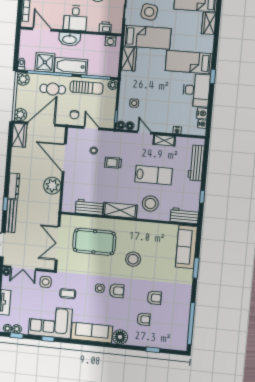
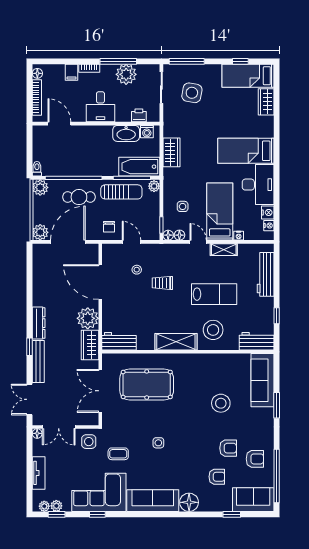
bed: (147, 37) -> (220, 211), moved, turned -90
washbasin: (70, 39) -> (126, 133), moved
shower: (45, 62) -> (66, 164), removed
bathtub: (71, 66) -> (139, 167), moved
window: (213, 76) -> (277, 166), removed
wardrobe: (19, 135) -> (90, 345), moved, turned 180
workbench: (89, 207) -> (119, 341), moved
stool: (133, 259) -> (221, 403), moved
armchair: (117, 291) -> (255, 459), moved
sofa: (171, 340) -> (253, 500), added

